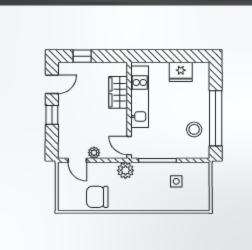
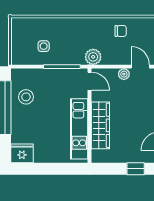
fridge: (181, 72) -> (22, 153), moved
wardrobe: (118, 92) -> (100, 125), width x1.50
chair: (97, 197) -> (121, 31), width x0.54, depth x0.54

